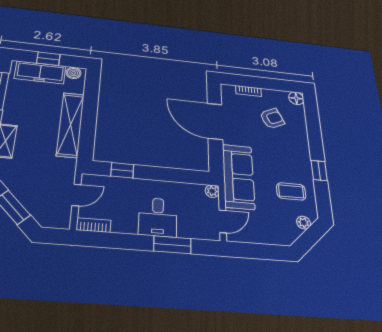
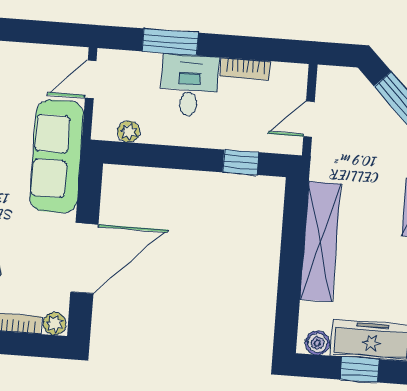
plant: (228, 90) -> (55, 324), added
door: (215, 121) -> (84, 258), hinge flipped
plant: (212, 191) -> (129, 132), moved
bookcase: (94, 225) -> (245, 69), moved

